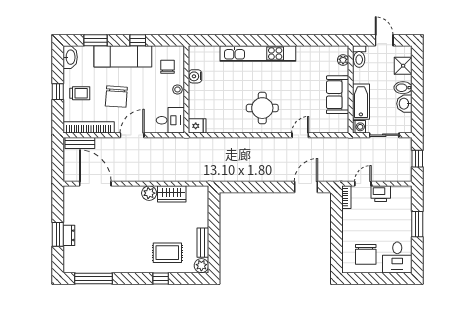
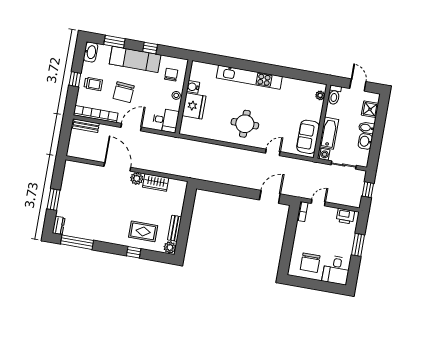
sofa: (338, 95) -> (308, 137), moved
fridge: (197, 126) -> (194, 106), moved, width x1.88, depth x1.34
door: (95, 184) -> (117, 167), moved
printer: (381, 194) -> (345, 216), moved
dresser: (69, 235) -> (59, 225), moved

